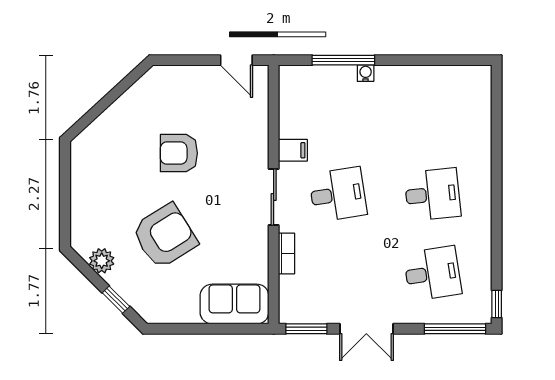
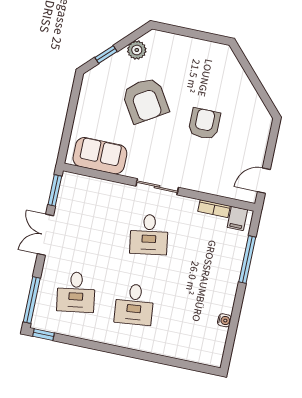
water cooler: (366, 73) -> (224, 320), moved
filing cabinet: (293, 150) -> (237, 218), moved
bookcase: (287, 253) -> (214, 209), moved
sofa: (234, 304) -> (100, 156), moved, turned -90

